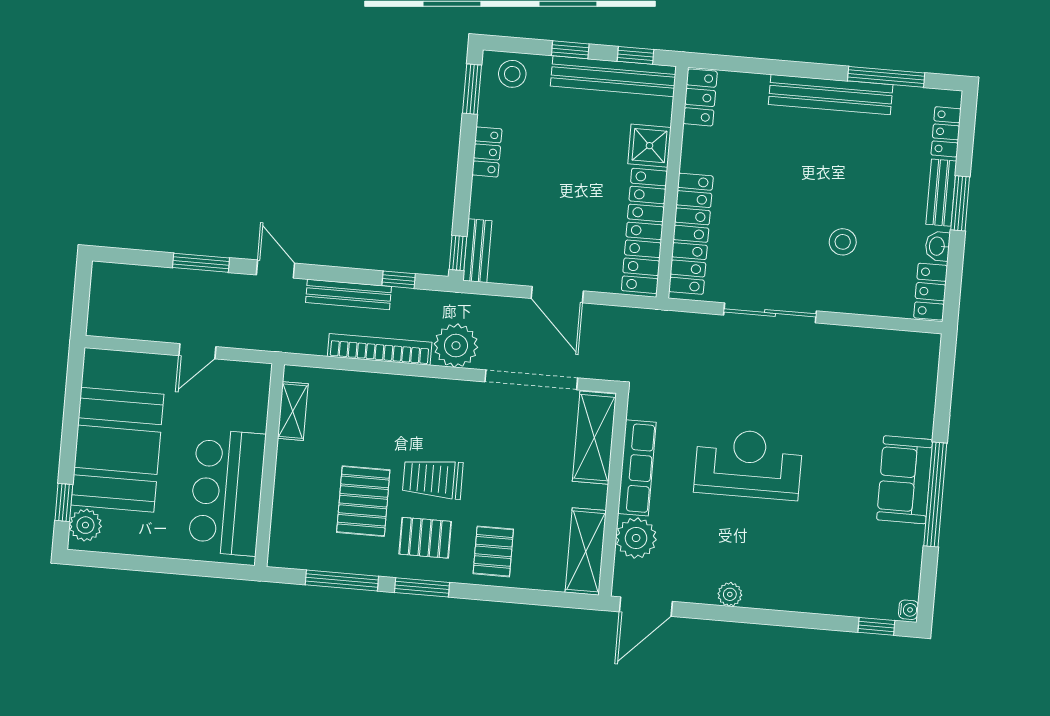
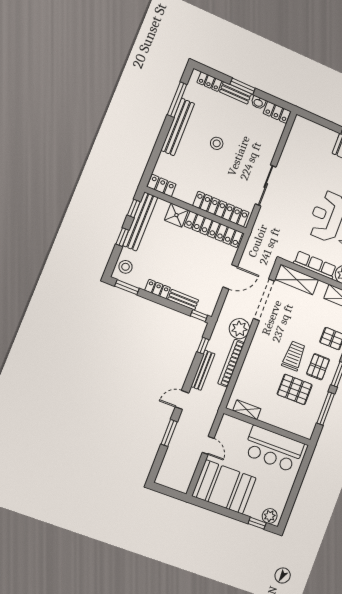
stool: (843, 242) -> (217, 143), moved
bench: (477, 251) -> (183, 300), moved
booth: (117, 450) -> (224, 487), moved
trolley: (433, 479) -> (294, 356), turned 180

